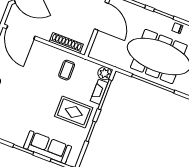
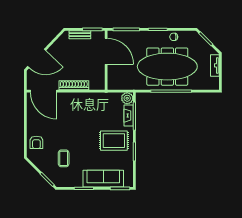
shoe rack: (66, 43) -> (74, 85), moved
coffee table: (67, 70) -> (64, 158), moved

